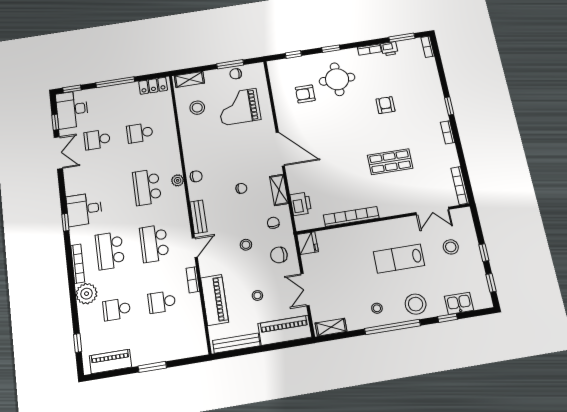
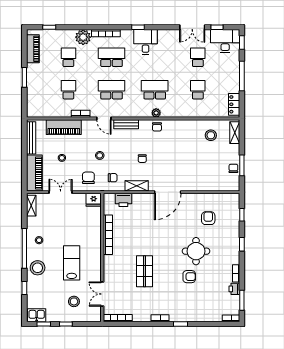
round table: (337, 79) -> (196, 251), moved
grand piano: (239, 107) -> (206, 167), removed
kitchen sink: (459, 303) -> (37, 315), moved, turned -90

